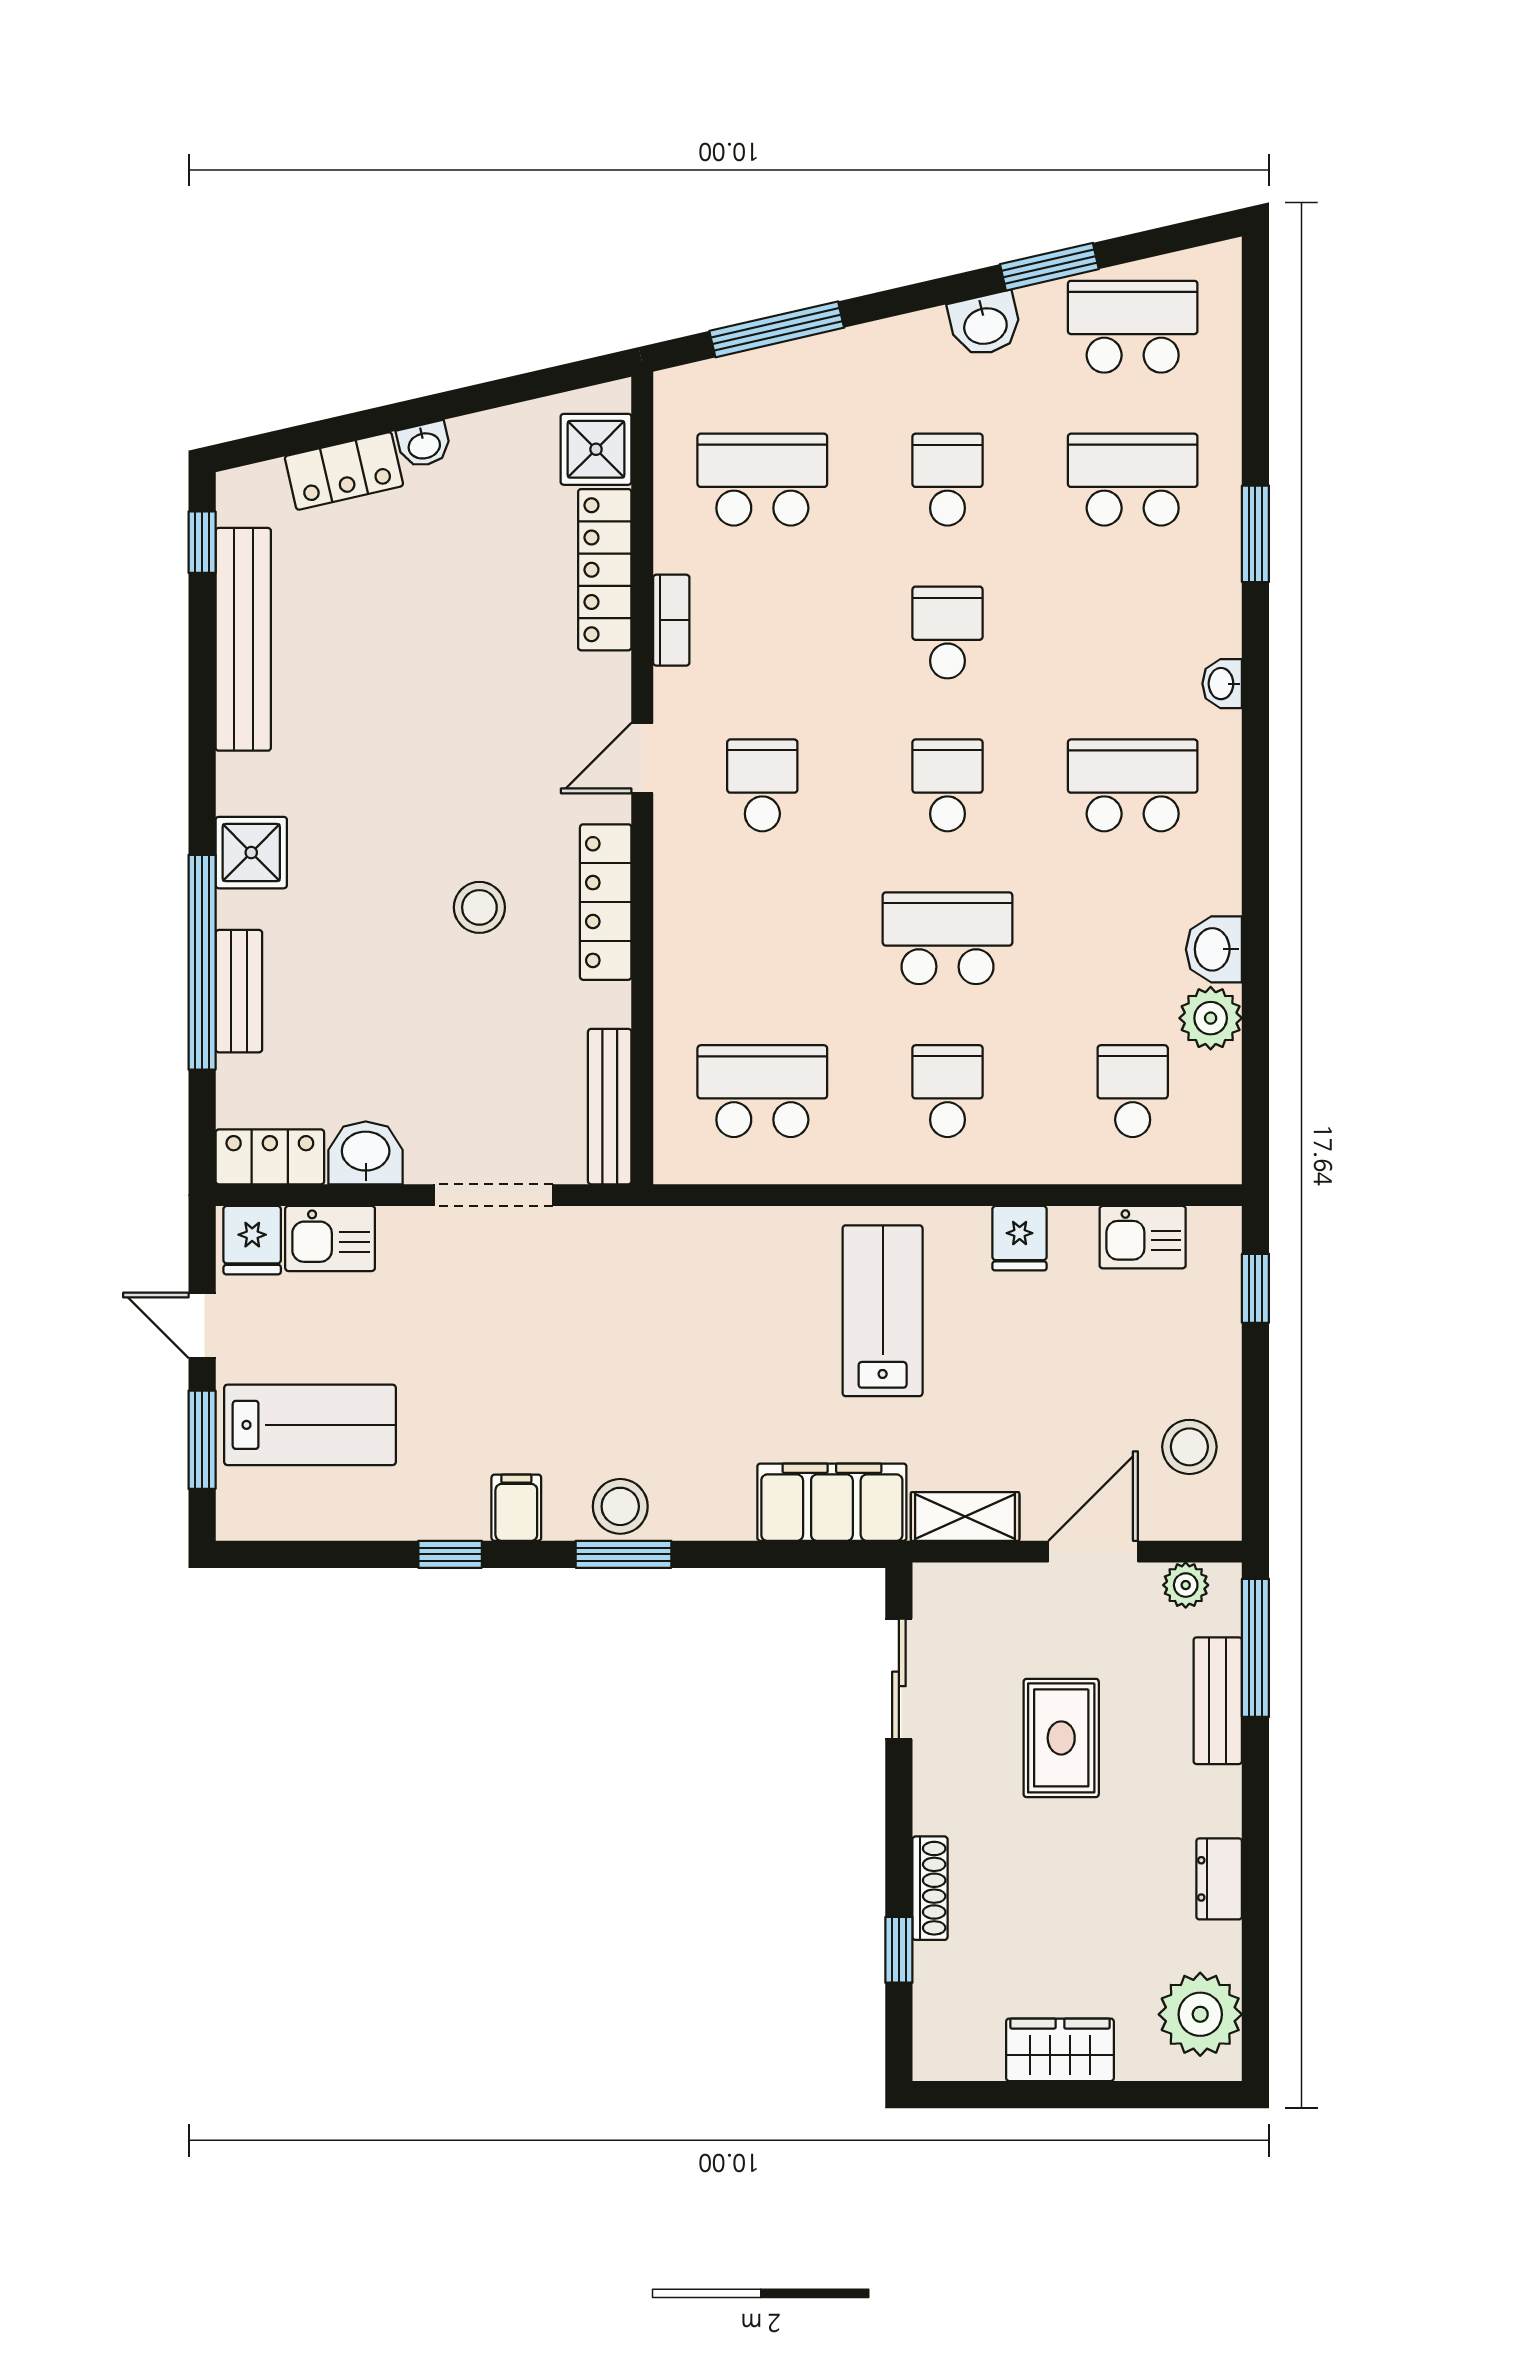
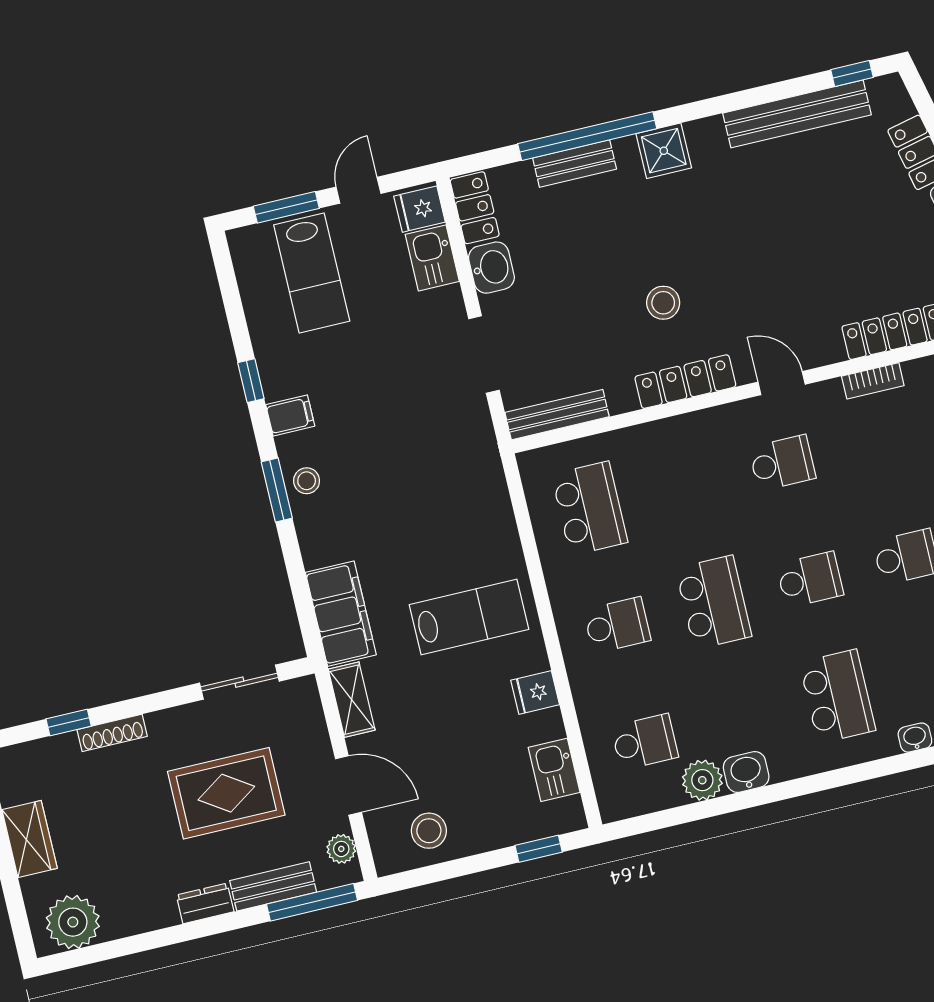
stool: (620, 1506) -> (307, 481), width x0.73, depth x0.73
rug: (1061, 1738) -> (226, 793), width x1.36, depth x1.43
dresser: (1219, 1879) -> (205, 903), moved

